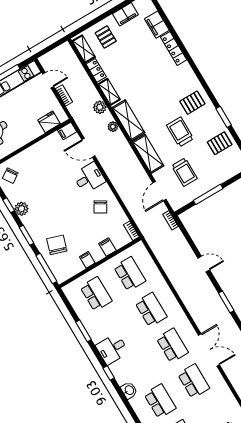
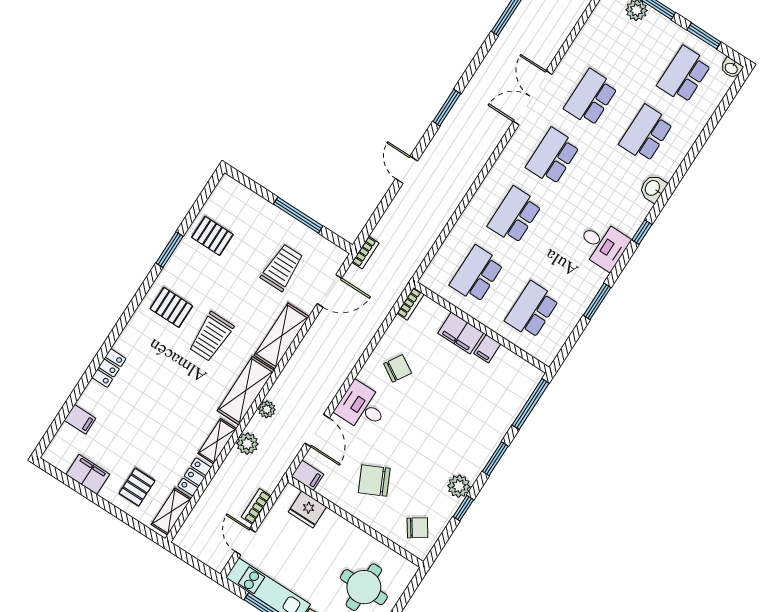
filing cabinet: (157, 25) -> (80, 419), width x0.50
locker: (174, 48) -> (109, 368), width x0.66
trolley: (180, 132) -> (211, 337), moved
chair: (57, 245) -> (374, 481), moved, turned 46
filing cabinet: (107, 247) -> (461, 333), width x2.00

